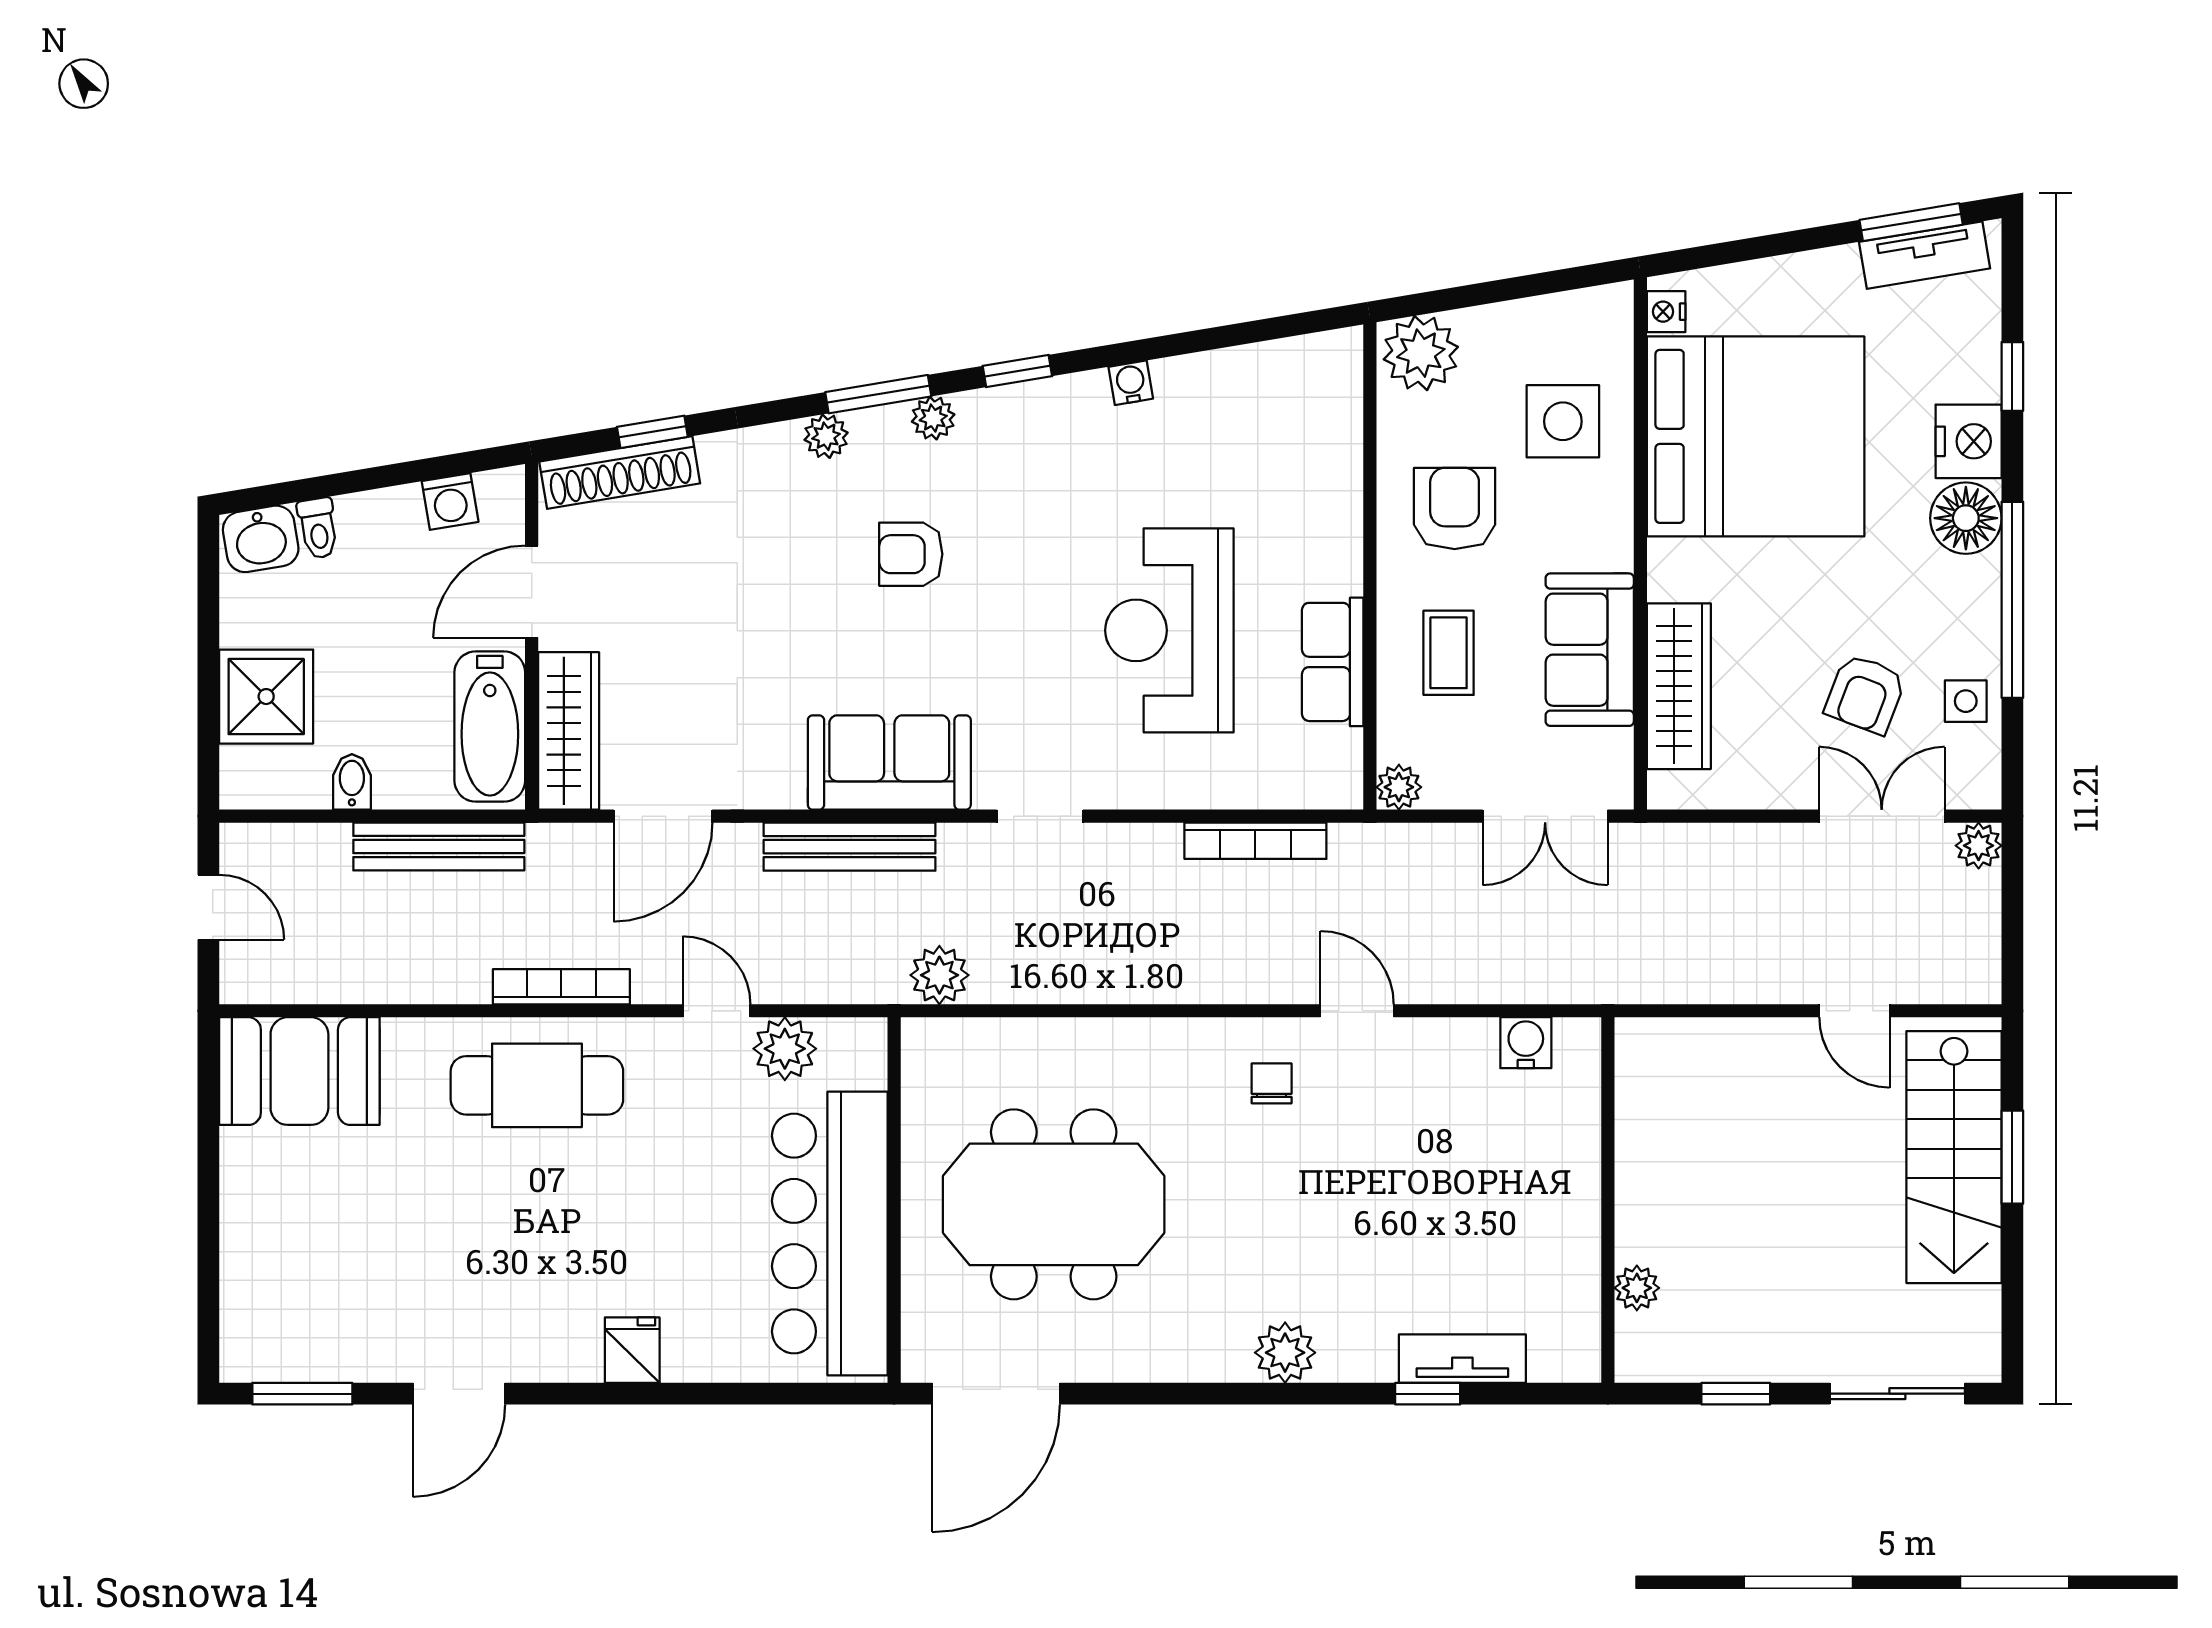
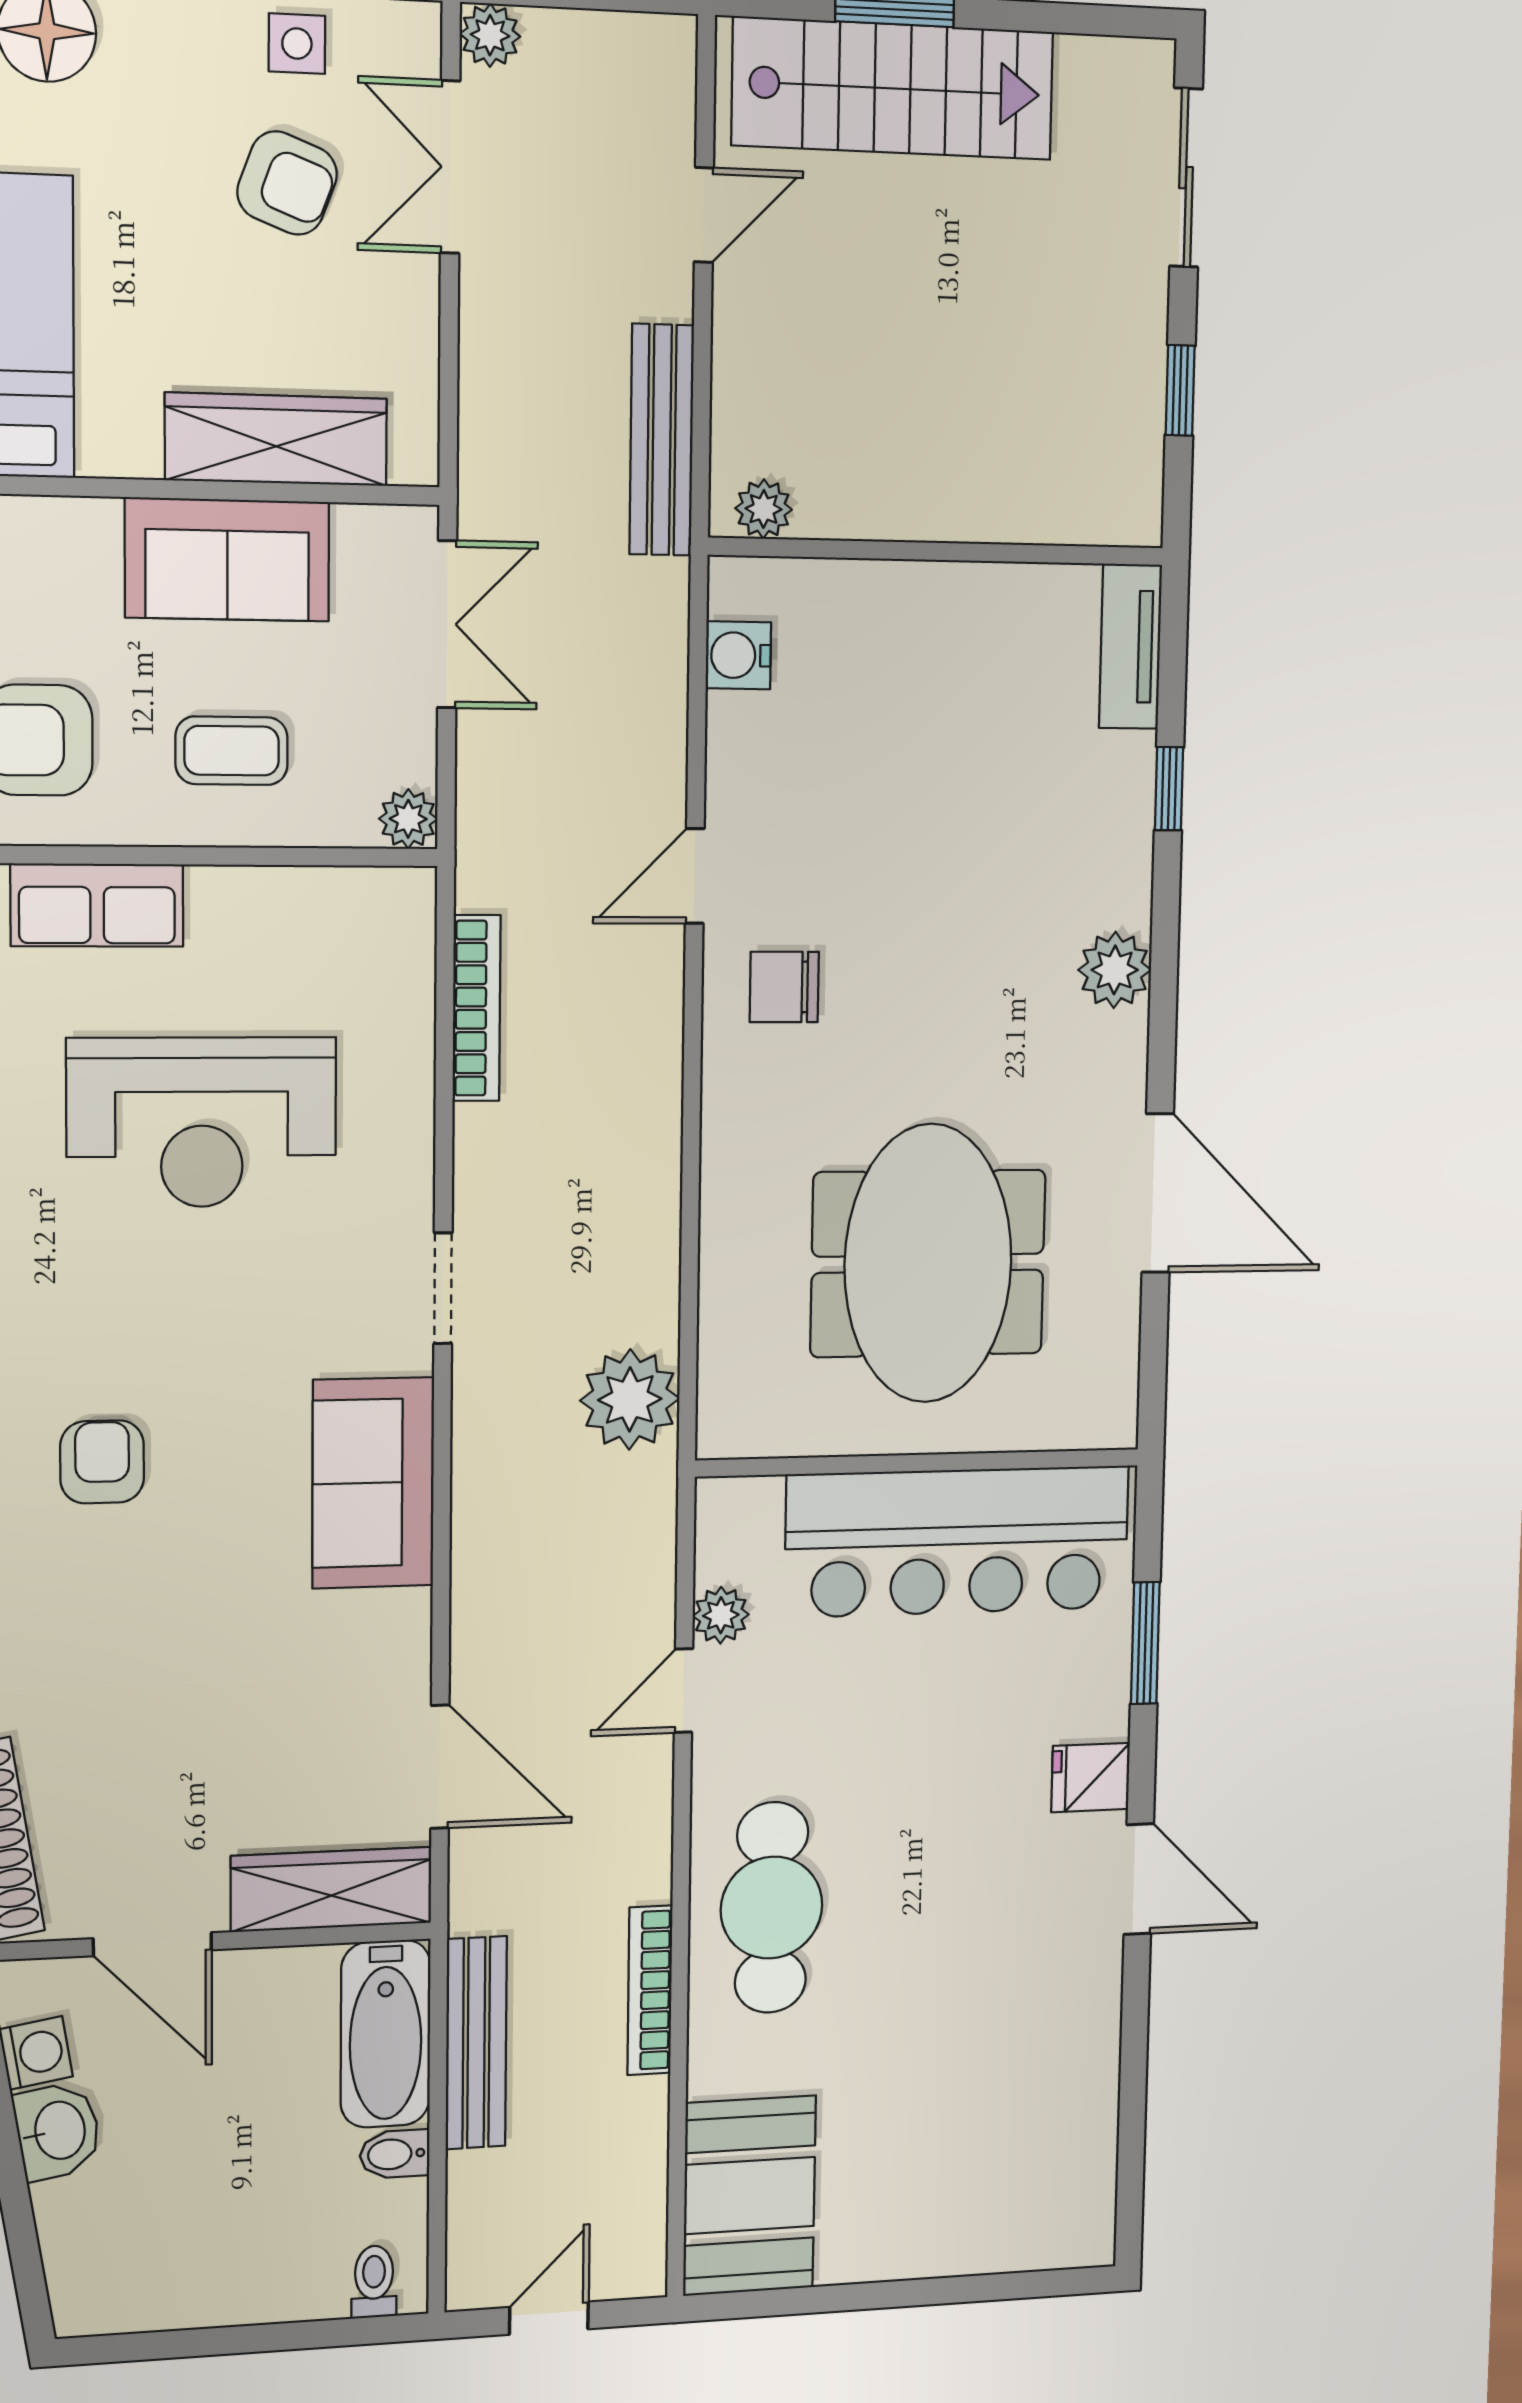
toilet: (318, 528) -> (374, 2282), moved, turned -81
washbasin: (261, 539) -> (58, 2131), moved
armchair: (911, 554) -> (102, 1462), turned 180
row of seats: (1333, 662) -> (97, 905), moved
shower: (266, 697) -> (287, 2266), removed
bathtub: (490, 727) -> (386, 2034), moved, turned 90
bench: (850, 847) -> (662, 440), moved
plant: (939, 975) -> (630, 1399), width x1.36, depth x1.36
bookcase: (561, 987) -> (650, 1990), moved
plant: (785, 1049) -> (721, 1615), width x0.73, depth x0.73
chair: (1272, 1083) -> (784, 987), width x1.37, depth x1.37
plant: (1637, 1288) -> (764, 509), moved
tv unit: (1462, 1359) -> (1130, 647), moved
window: (302, 1394) -> (1145, 1643), moved
door: (459, 1394) -> (1139, 1879), moved
door: (996, 1394) -> (1158, 1193), moved

